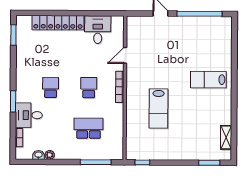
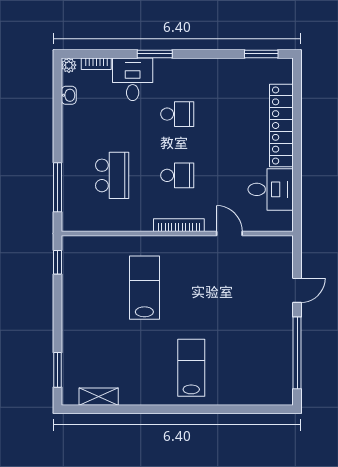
lab bench: (158, 108) -> (144, 288), turned 90
plant: (50, 155) -> (69, 65), moved

